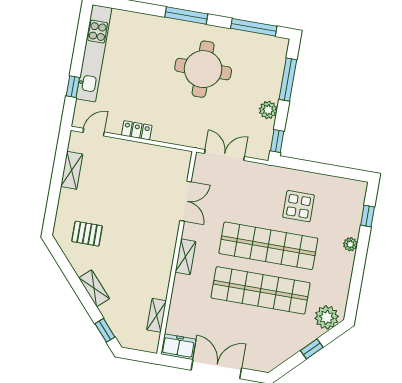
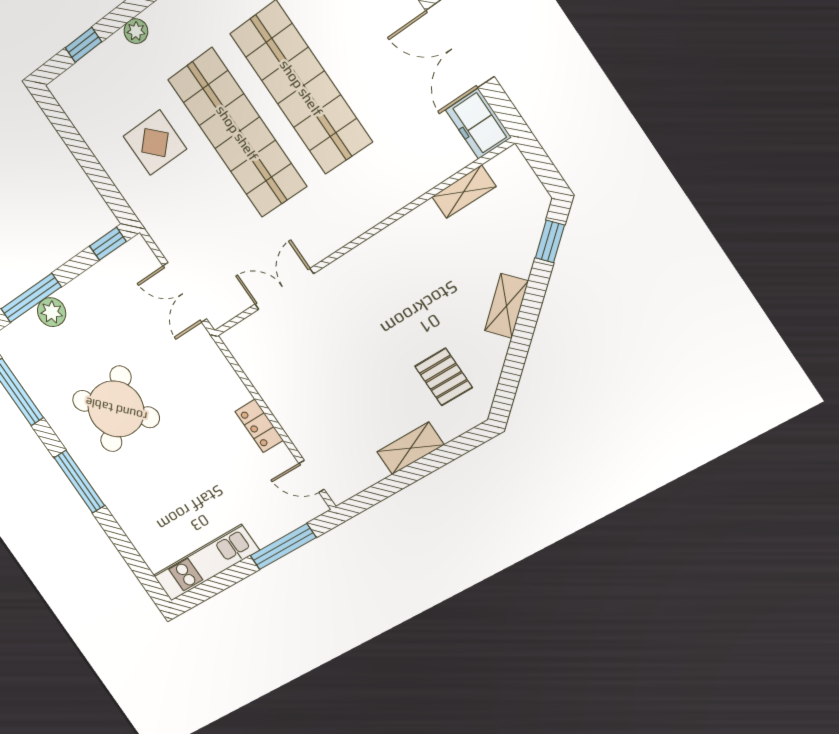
kitchen unit: (94, 53) -> (206, 563), width x0.73
round table: (203, 69) -> (116, 409), turned 45
window: (73, 87) -> (283, 547), width x2.17
plant: (268, 110) -> (52, 312), moved
shelving: (72, 170) -> (410, 448), moved
shelving: (185, 257) -> (352, 225), removed

